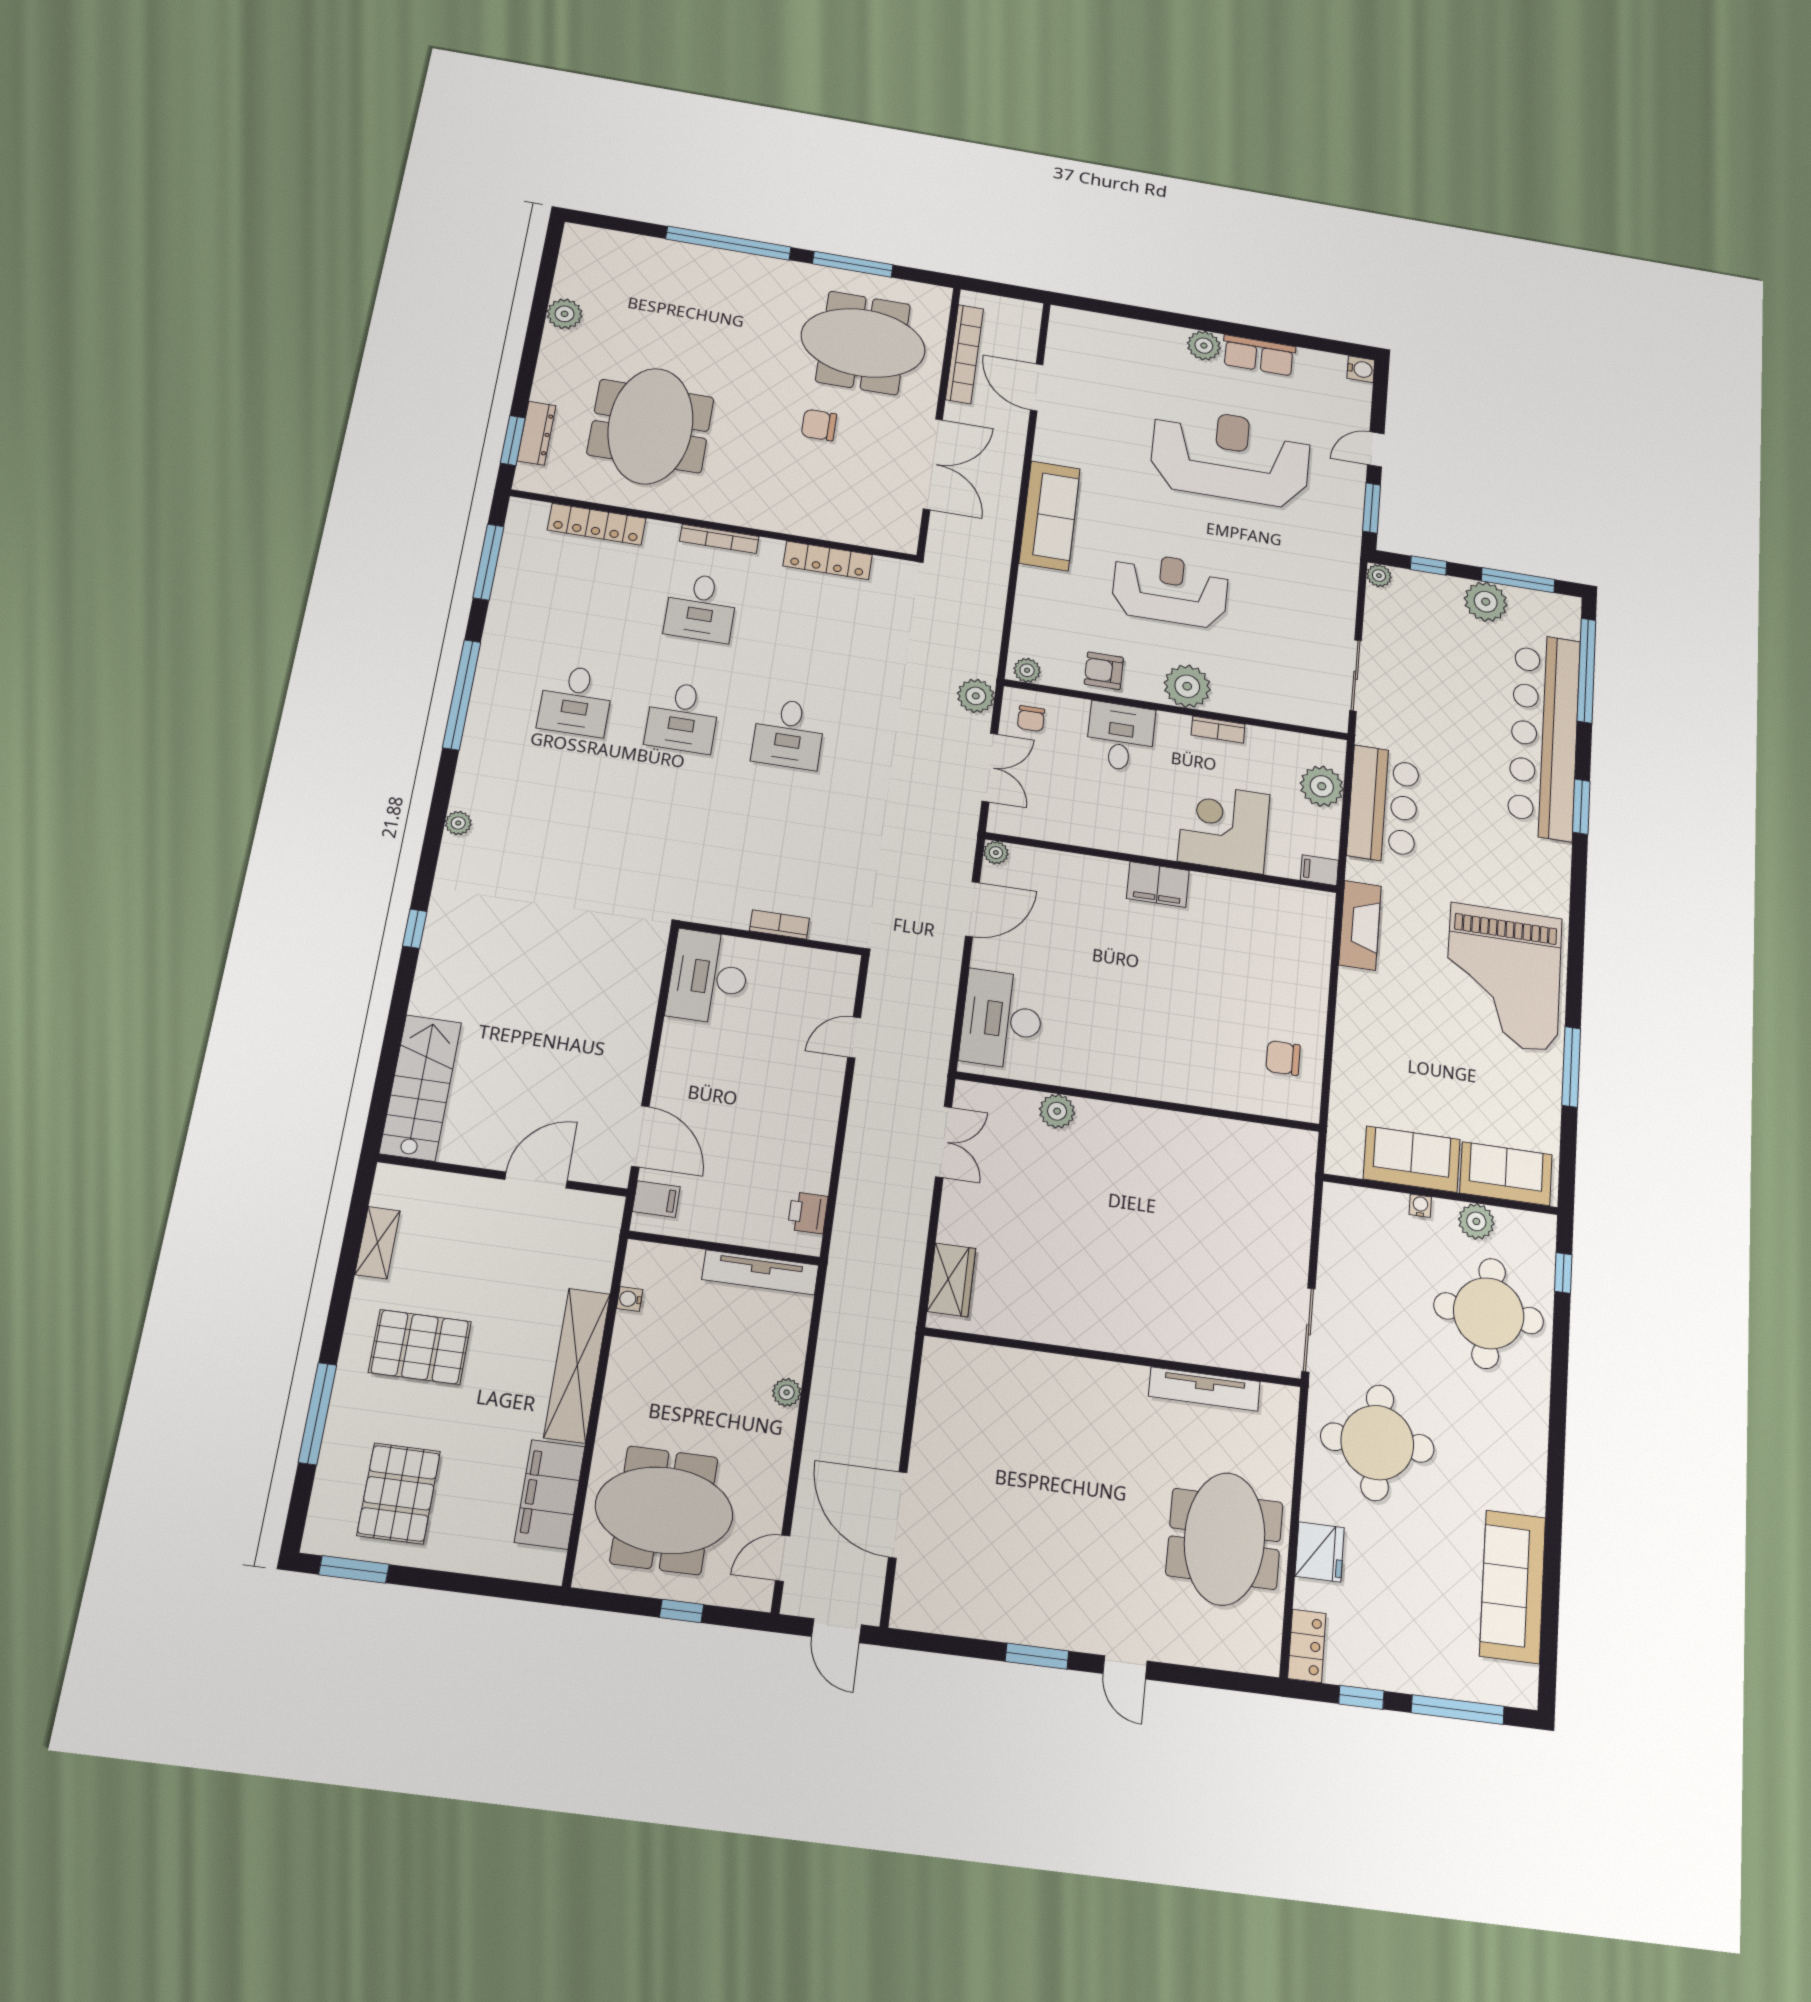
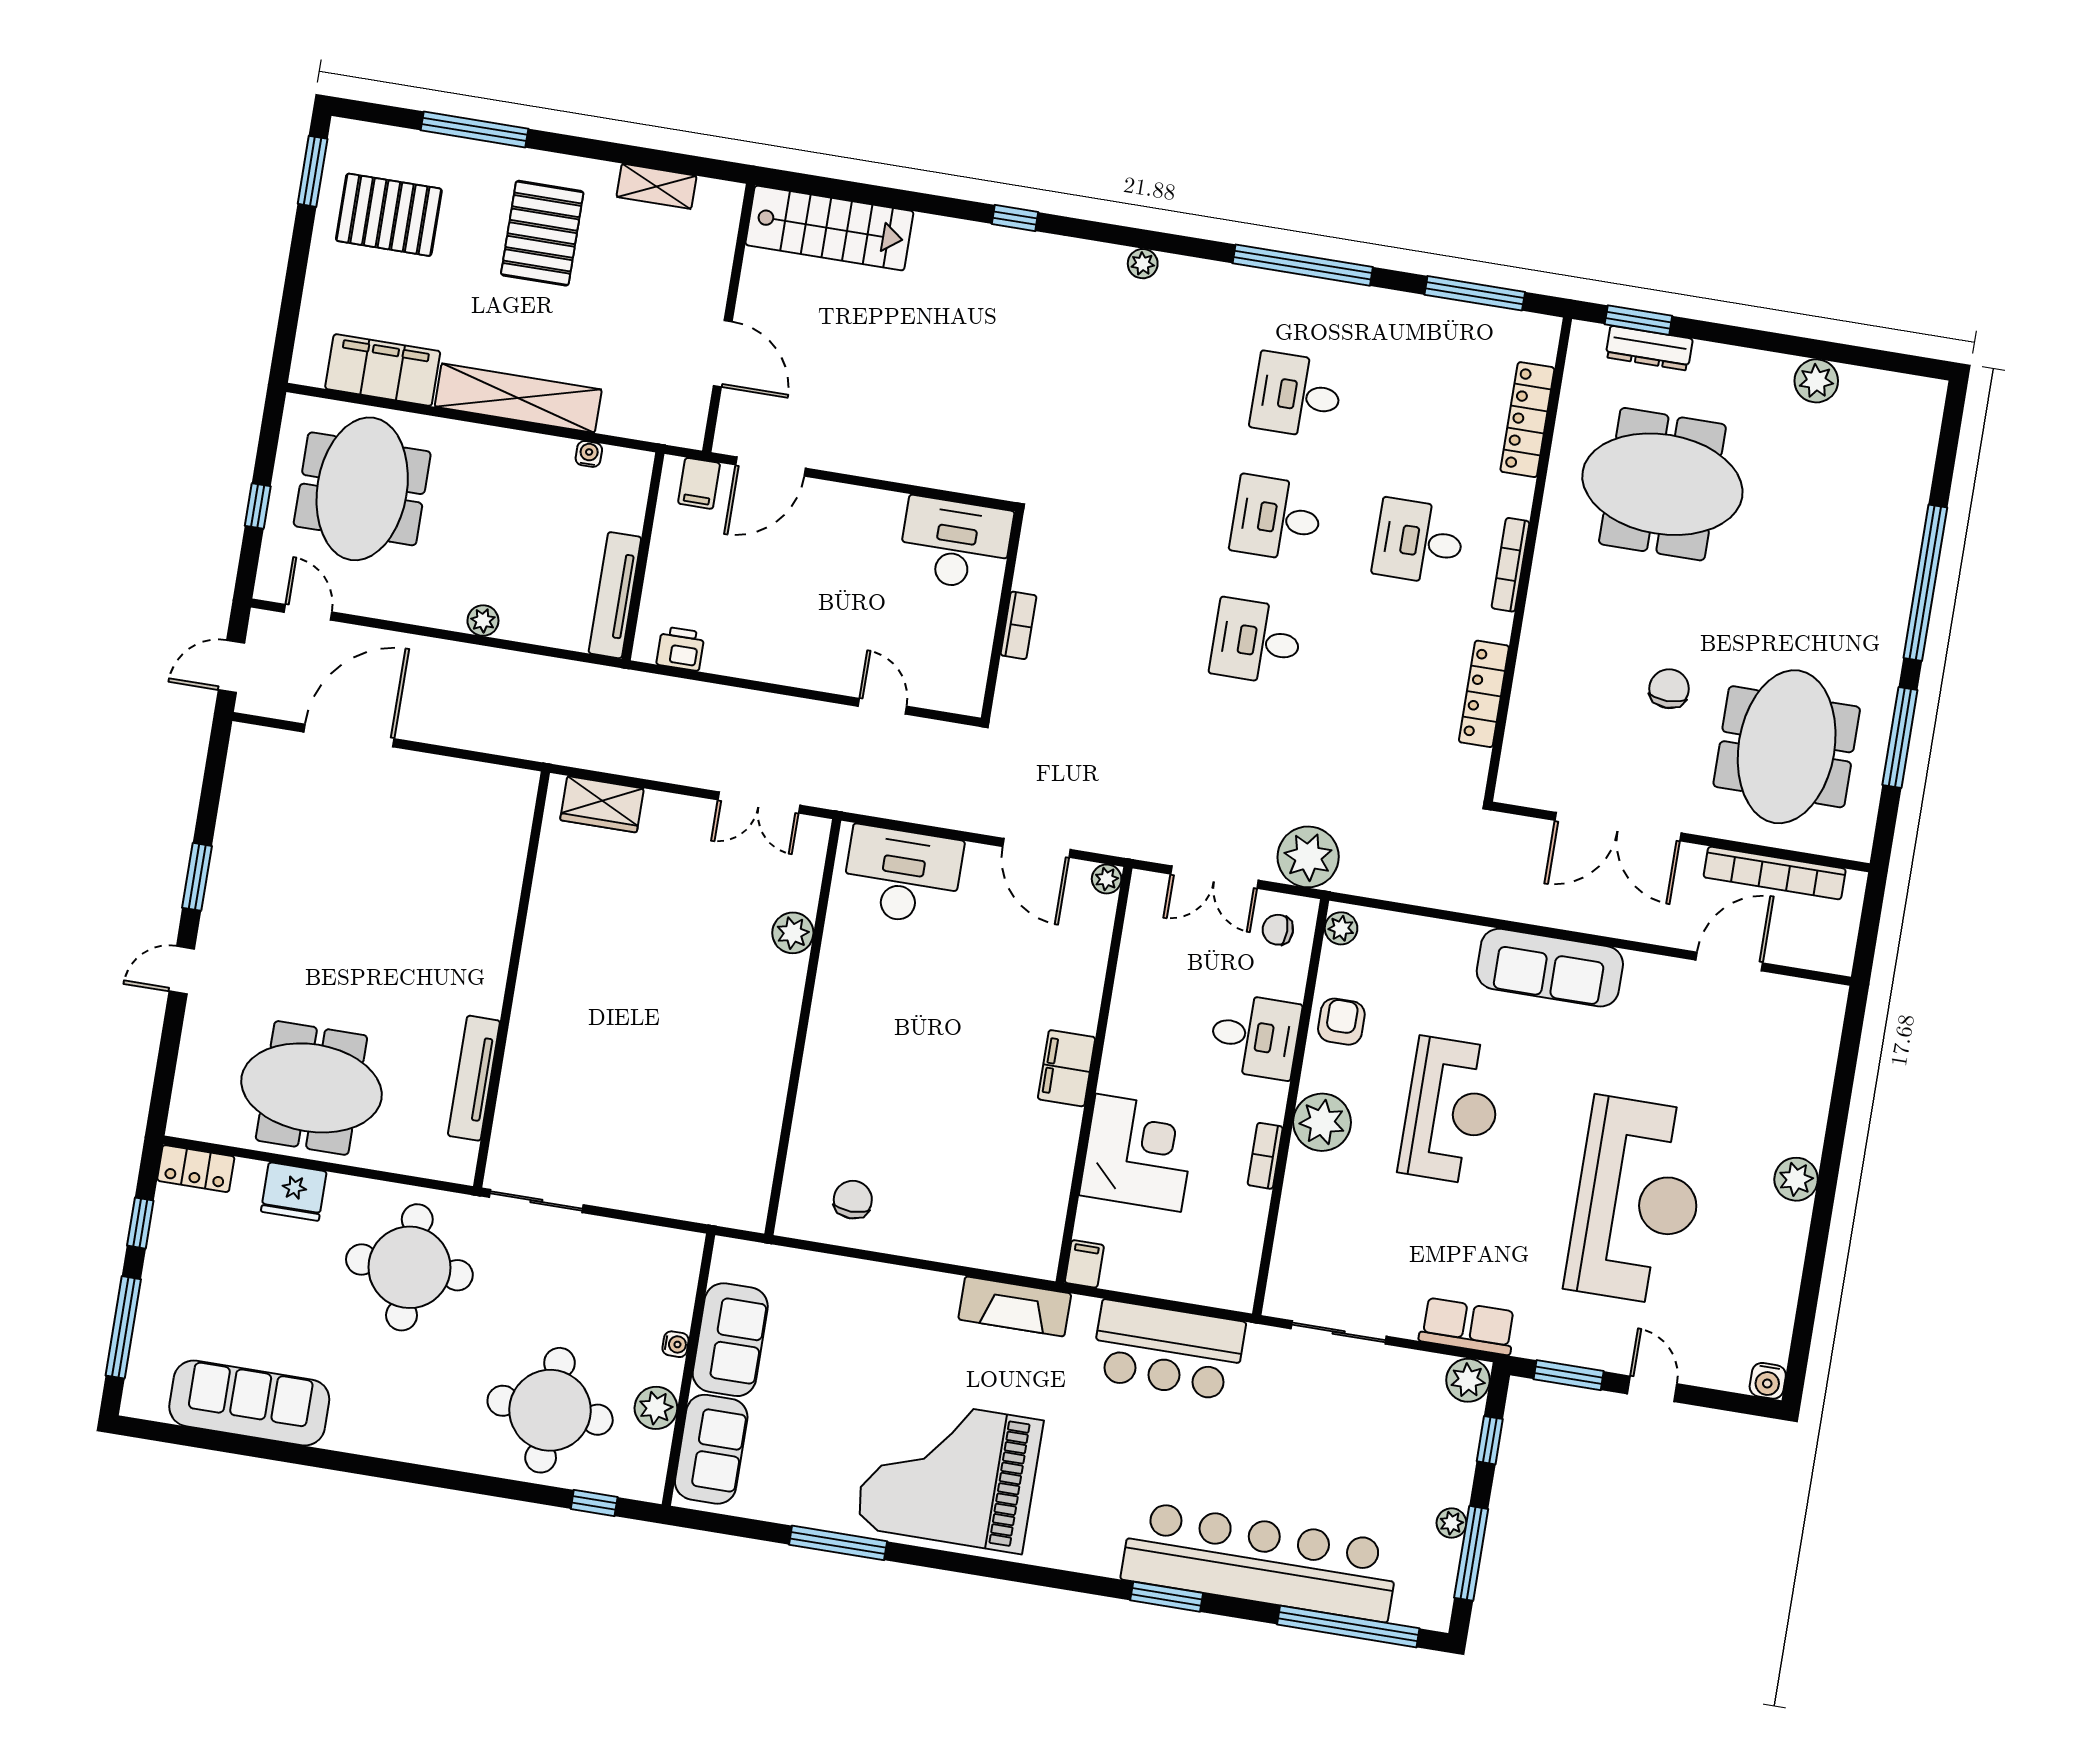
row of seats: (1259, 355) -> (1468, 1326), moved, turned 90
plant: (1379, 576) -> (1468, 1380), width x1.38, depth x1.38
plant: (1486, 602) -> (1451, 1523), width x0.53, depth x0.53
plant: (976, 696) -> (1308, 857), width x1.36, depth x1.36
plant: (1322, 786) -> (1192, 1277), removed

